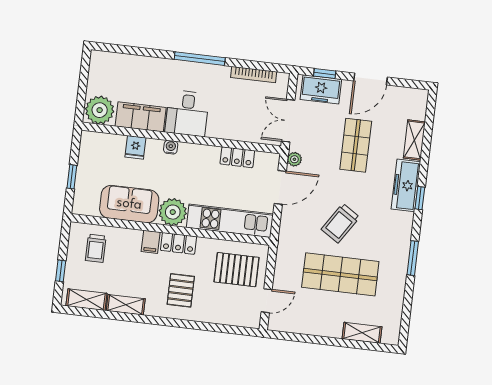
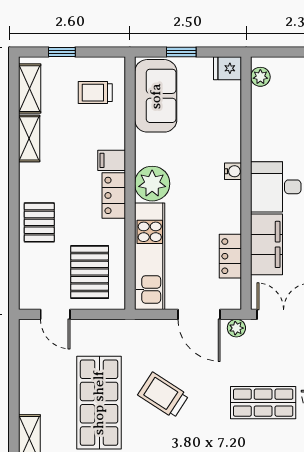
plant: (100, 110) -> (260, 77), width x0.53, depth x0.53
filing cabinet: (141, 117) -> (267, 244), moved
fridge: (135, 147) -> (228, 68), moved
sofa: (129, 204) -> (156, 96), moved
pallet: (181, 290) -> (39, 222), moved, turned 90

